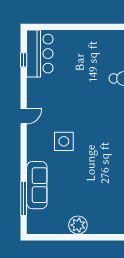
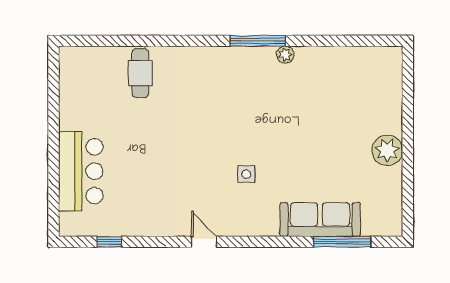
bar counter: (40, 54) -> (81, 171), moved, turned 90
side table: (64, 141) -> (246, 174), width x0.54, depth x0.54

